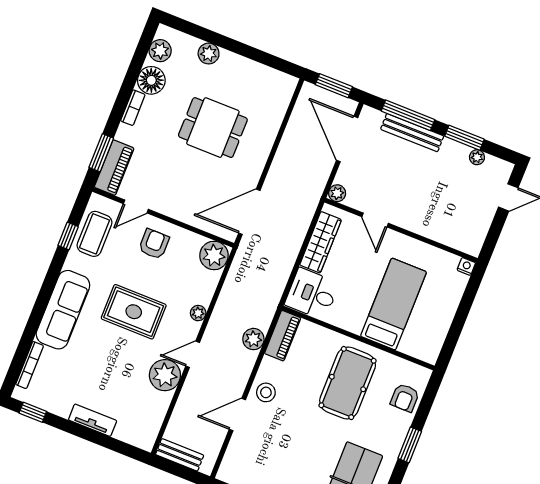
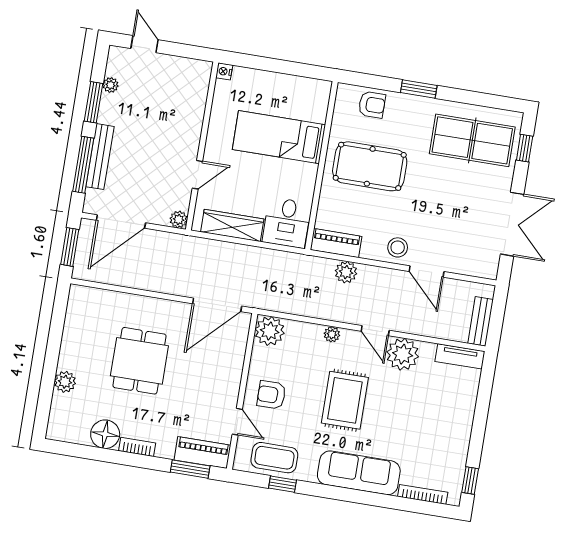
plant: (160, 51) -> (73, 432), removed
door: (249, 212) -> (217, 305), hinge flipped
tv unit: (93, 420) -> (460, 356), moved, turned -90

